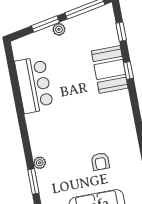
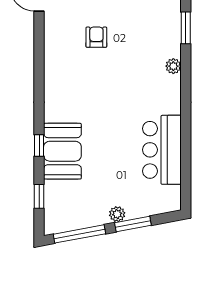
plant: (40, 163) -> (173, 66), moved

